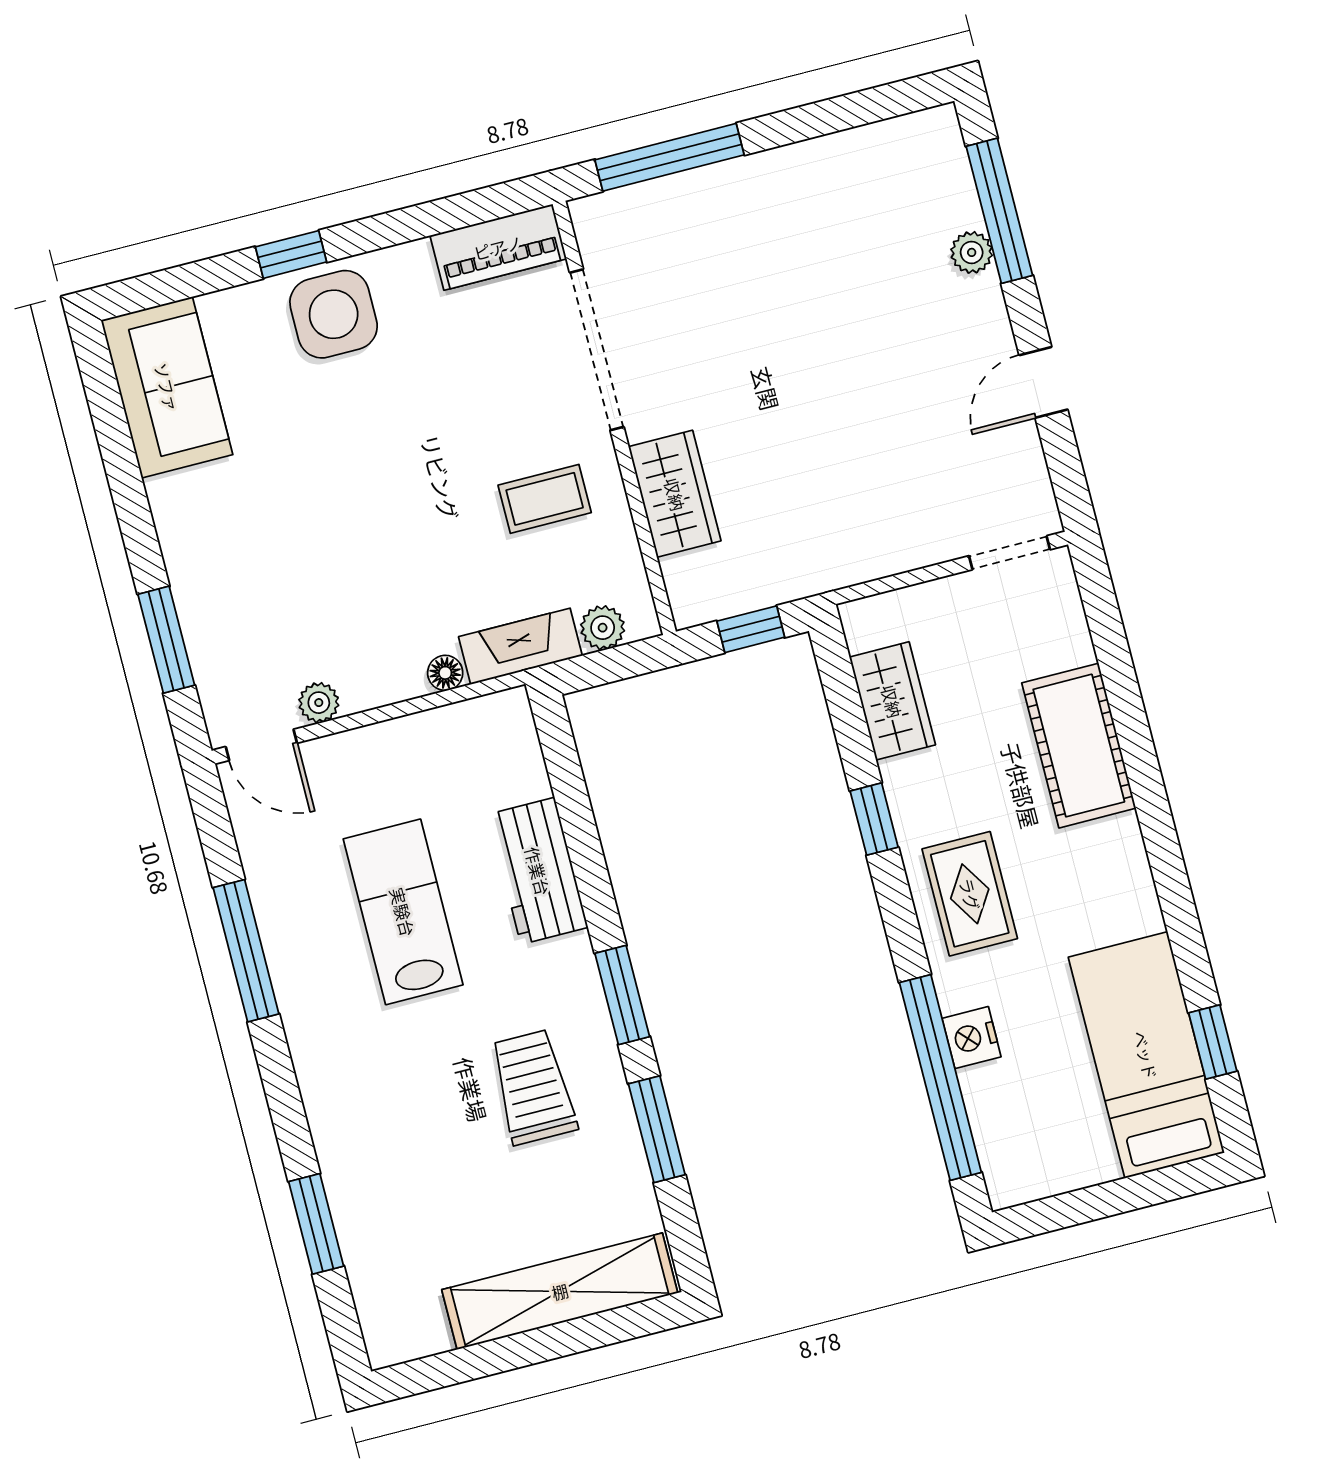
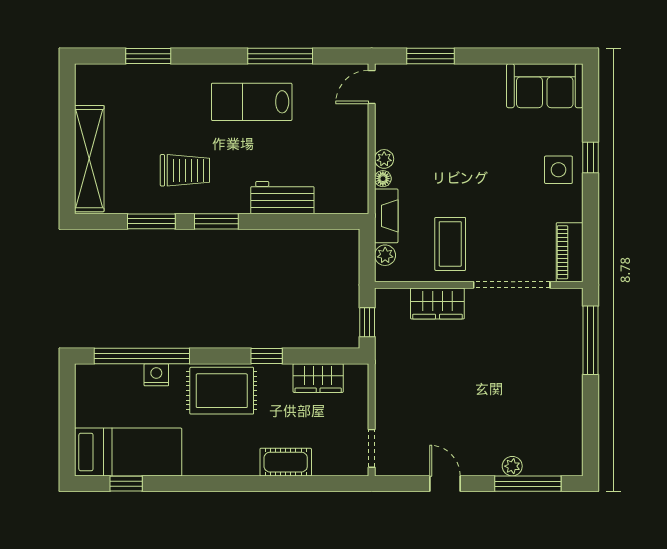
side table: (334, 314) -> (558, 170), width x0.73, depth x0.73
coffee table: (545, 499) -> (450, 244), width x1.36, depth x1.30
plant: (319, 703) -> (384, 159), moved
cot: (1079, 746) -> (286, 462), width x0.73, depth x0.75
rug: (970, 894) -> (222, 391), width x1.36, depth x1.43
lab bench: (403, 912) -> (252, 102), moved, turned 180

